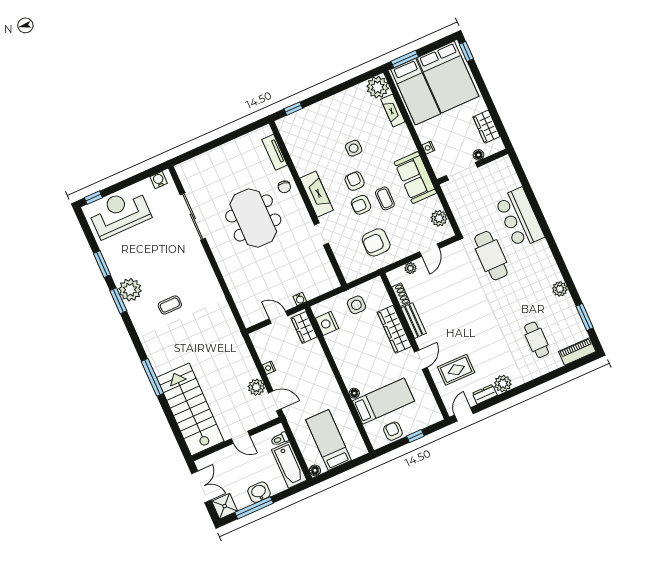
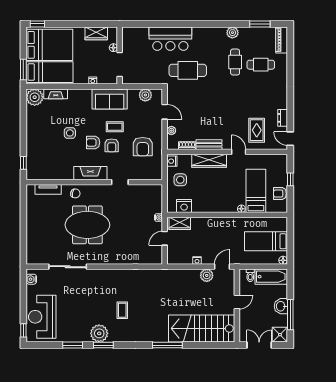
nightstand: (374, 285) -> (172, 161), added
cafe table: (526, 308) -> (235, 62), added
plant: (503, 384) -> (281, 102), removed

